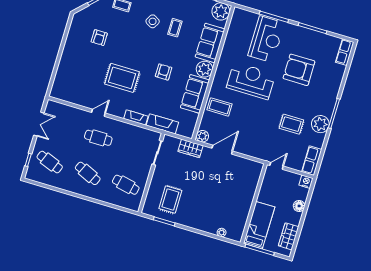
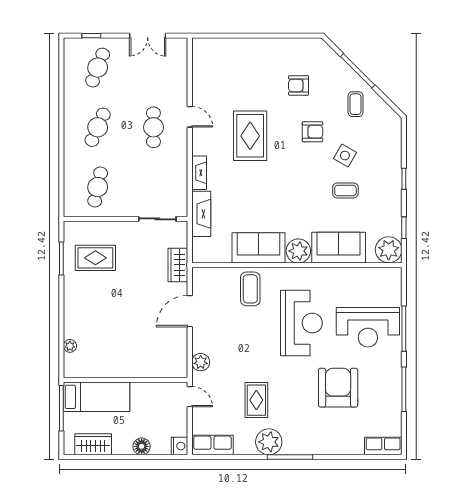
armchair: (164, 72) -> (313, 132), moved
plant: (203, 136) -> (201, 362), moved
door: (222, 150) -> (190, 311), swing flipped

